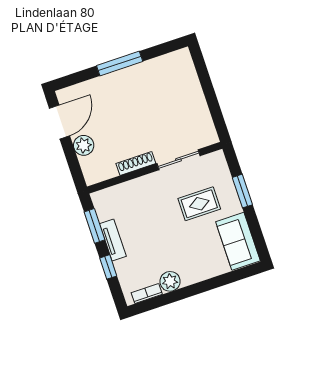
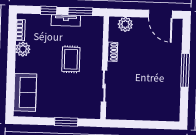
plant: (84, 145) -> (125, 24), moved
shoe rack: (136, 163) -> (113, 52), width x0.70
rug: (199, 204) -> (71, 59), moved
sofa: (238, 241) -> (25, 92), moved, turned 90

